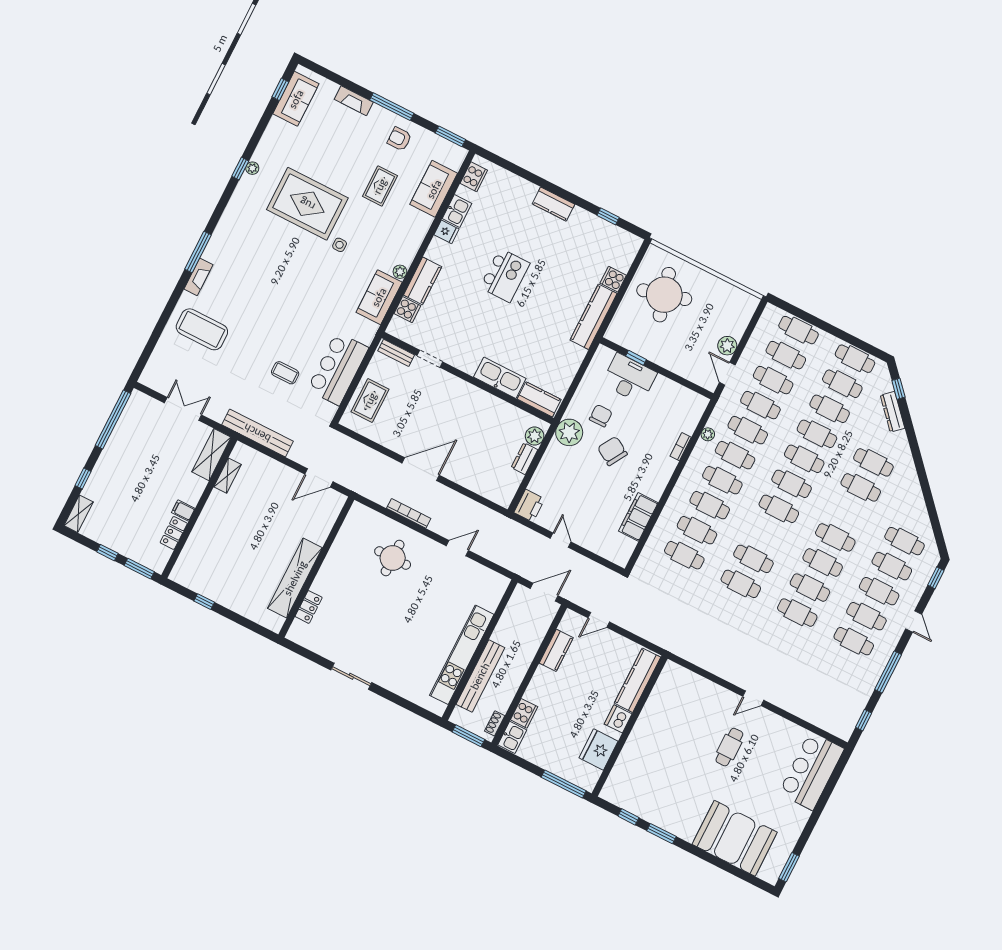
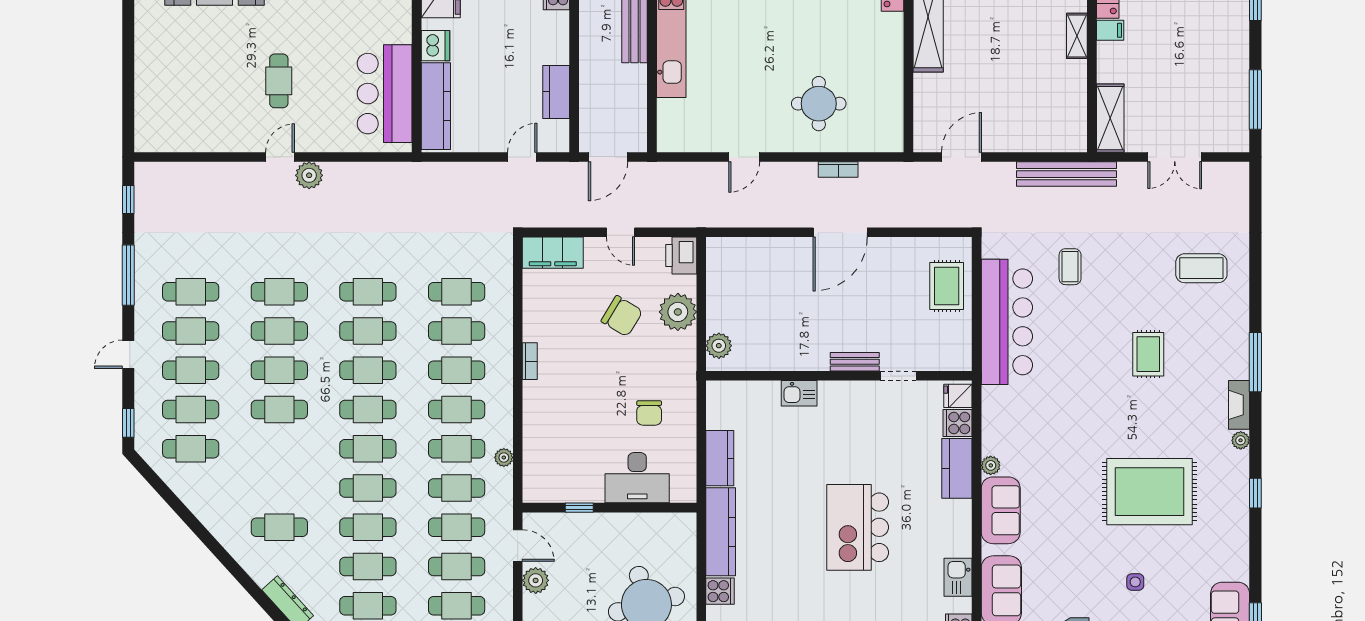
plant: (252, 168) -> (1241, 440), moved
rug: (380, 186) -> (1148, 354), moved
fridge: (447, 232) -> (958, 396), moved
side table: (340, 245) -> (1135, 582), moved
kitchen island: (505, 275) -> (858, 527), width x1.37, depth x1.28
fireplace: (198, 277) -> (1239, 405), moved
sofa: (379, 297) -> (1001, 510), moved
coffee table: (202, 329) -> (1201, 268), width x0.73, depth x0.76
bench: (396, 353) -> (855, 362), moved
window: (636, 358) -> (579, 508), moved
bar counter: (338, 369) -> (1007, 322), width x1.36
coffee table: (285, 373) -> (1070, 267), turned 90
kitchen sink: (500, 378) -> (799, 393), width x0.53, depth x0.81
kitchen counter: (539, 399) -> (720, 458), moved, turned -90
window: (113, 419) -> (1255, 100), width x0.68
plant: (569, 432) -> (678, 312), moved
bookcase: (681, 447) -> (530, 361), moved
chair: (612, 451) -> (622, 316), moved
dresser: (524, 459) -> (717, 311), removed
shelving: (227, 476) -> (1077, 36), moved
cafe table: (861, 487) -> (368, 370), moved
bookcase: (409, 513) -> (838, 170), width x0.64
filing cabinet: (638, 517) -> (553, 253), moved, turned 90
door: (914, 622) -> (128, 354), hinge flipped
plant: (741, 677) -> (309, 175), added
bar counter: (811, 771) -> (385, 94), moved, turned 180

